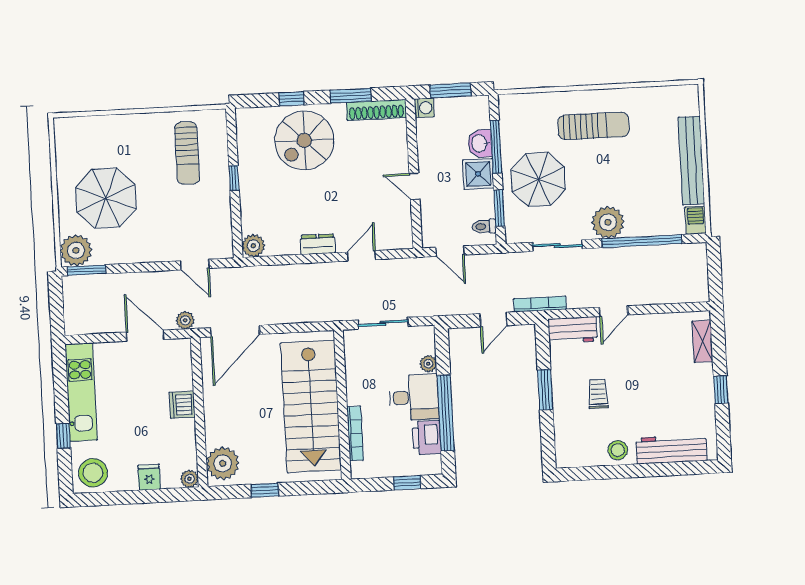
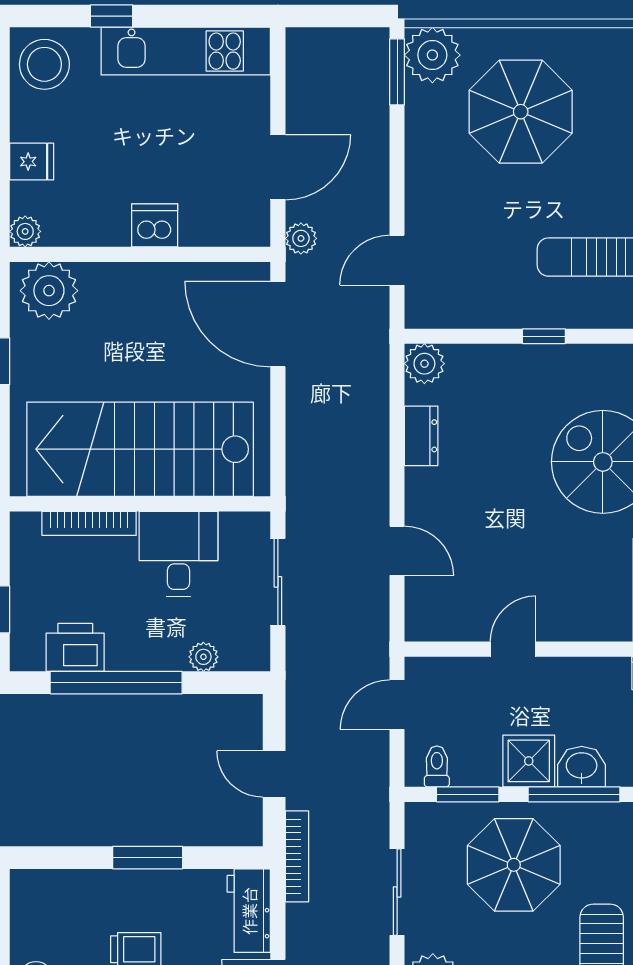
dresser: (318, 244) -> (421, 436), moved
desk: (414, 397) -> (179, 554), moved, turned 180

